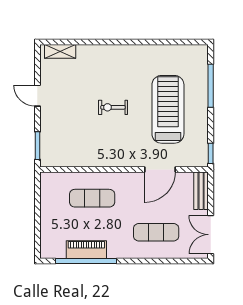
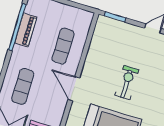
exercise bike: (113, 107) -> (127, 83), width x1.38, depth x1.39
door: (160, 169) -> (74, 89), moved

